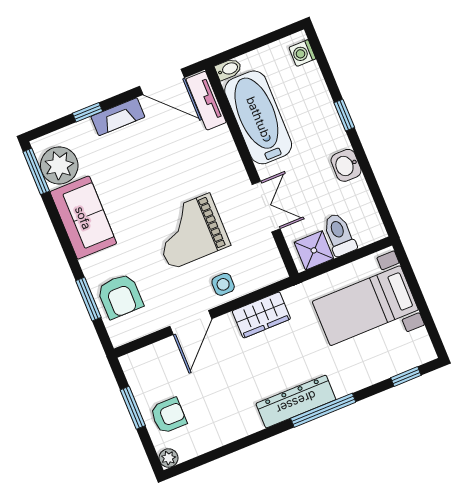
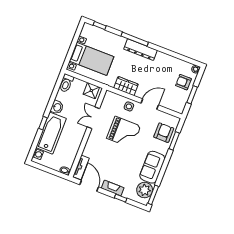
bathtub: (258, 117) -> (51, 133), moved, turned 180
toilet: (339, 235) -> (66, 83), moved

